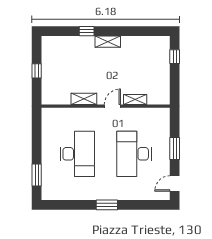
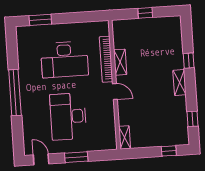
window: (145, 31) -> (193, 119), added
shelving: (135, 99) -> (125, 137), moved
bookcase: (80, 113) -> (106, 59), added
desk: (134, 154) -> (68, 116), turned -90
window: (107, 205) -> (15, 93), width x2.11

